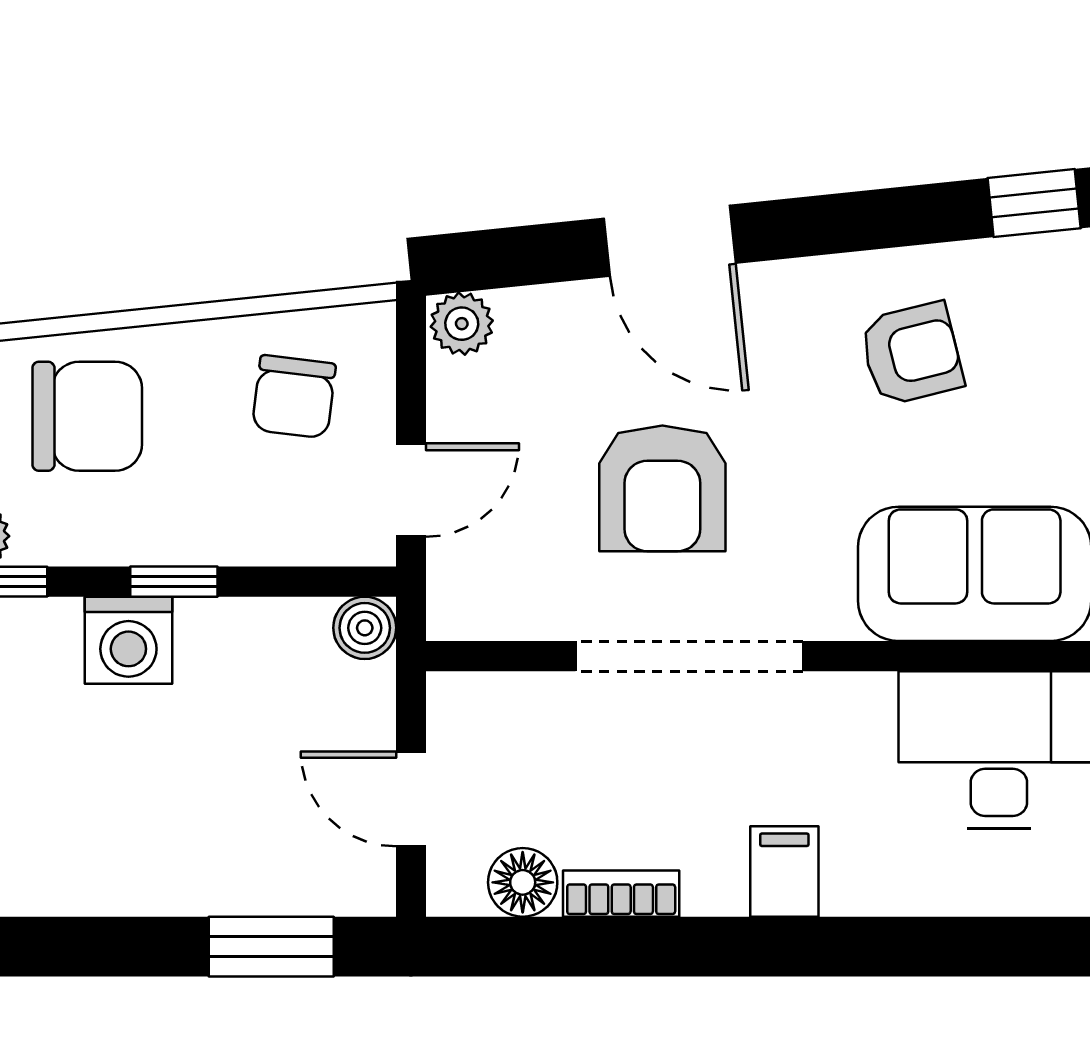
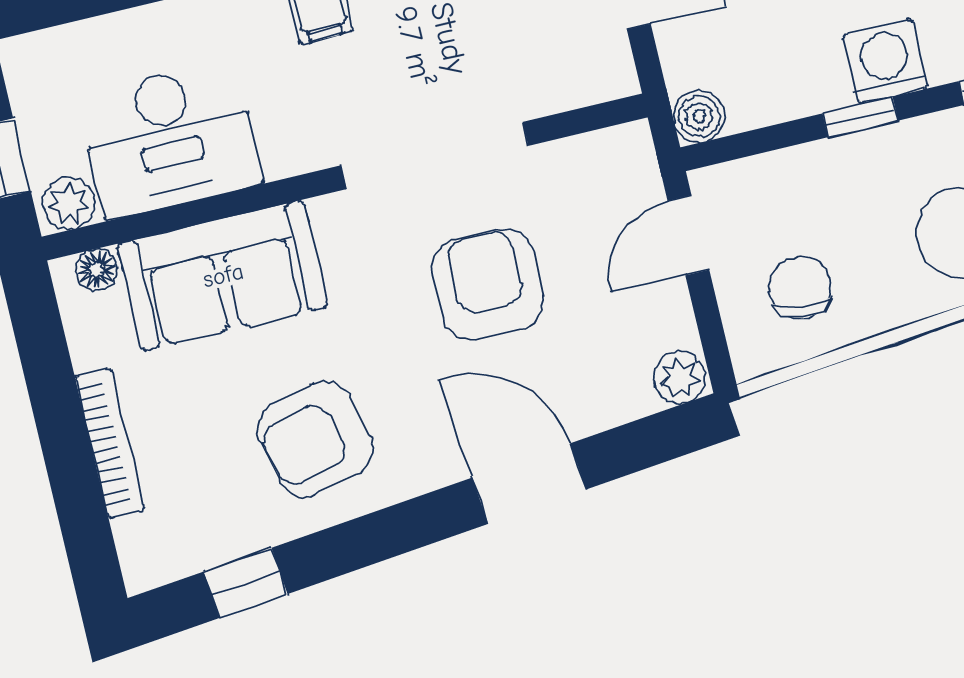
armchair: (912, 354) -> (315, 439), width x1.38, depth x1.38

